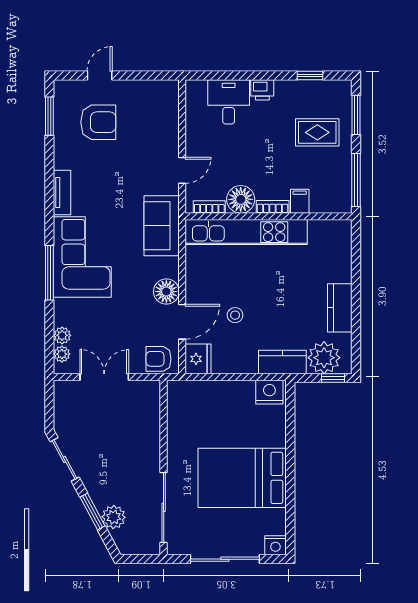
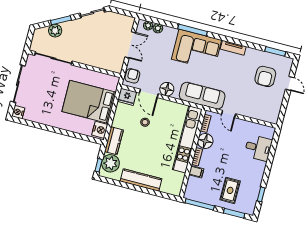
printer: (262, 90) -> (260, 167), removed
sofa: (162, 226) -> (202, 96), width x1.36
kitchen counter: (340, 308) -> (141, 180), width x1.50
bed: (242, 478) -> (89, 102), moved, turned -90

